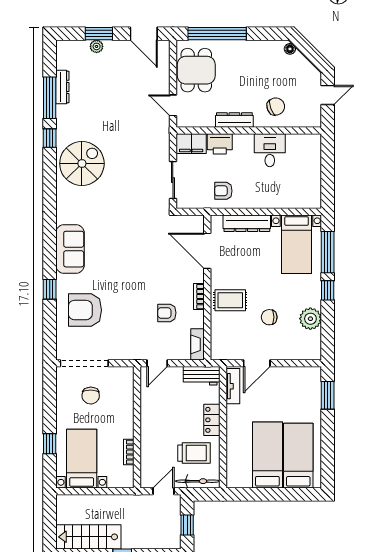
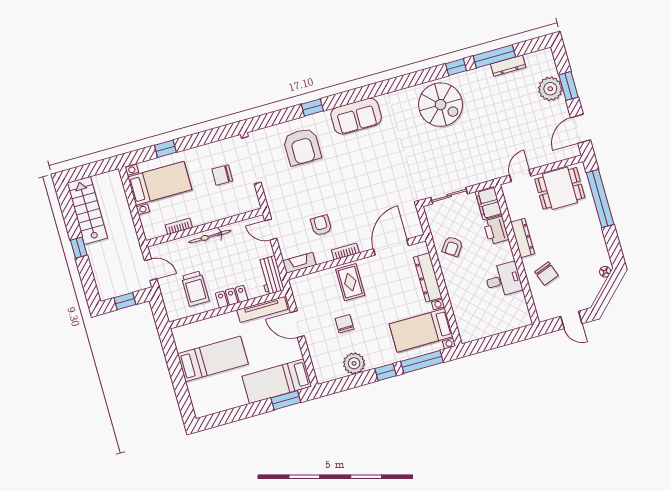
plant: (97, 46) -> (550, 89), width x1.88, depth x1.88
armchair: (223, 191) -> (452, 246), turned -145
armchair: (85, 310) -> (302, 147), turned 180
tv unit: (233, 386) -> (262, 310), width x1.41
bed: (298, 456) -> (277, 381), moved, turned 180
bicycle: (198, 481) -> (210, 236), moved, turned 90

